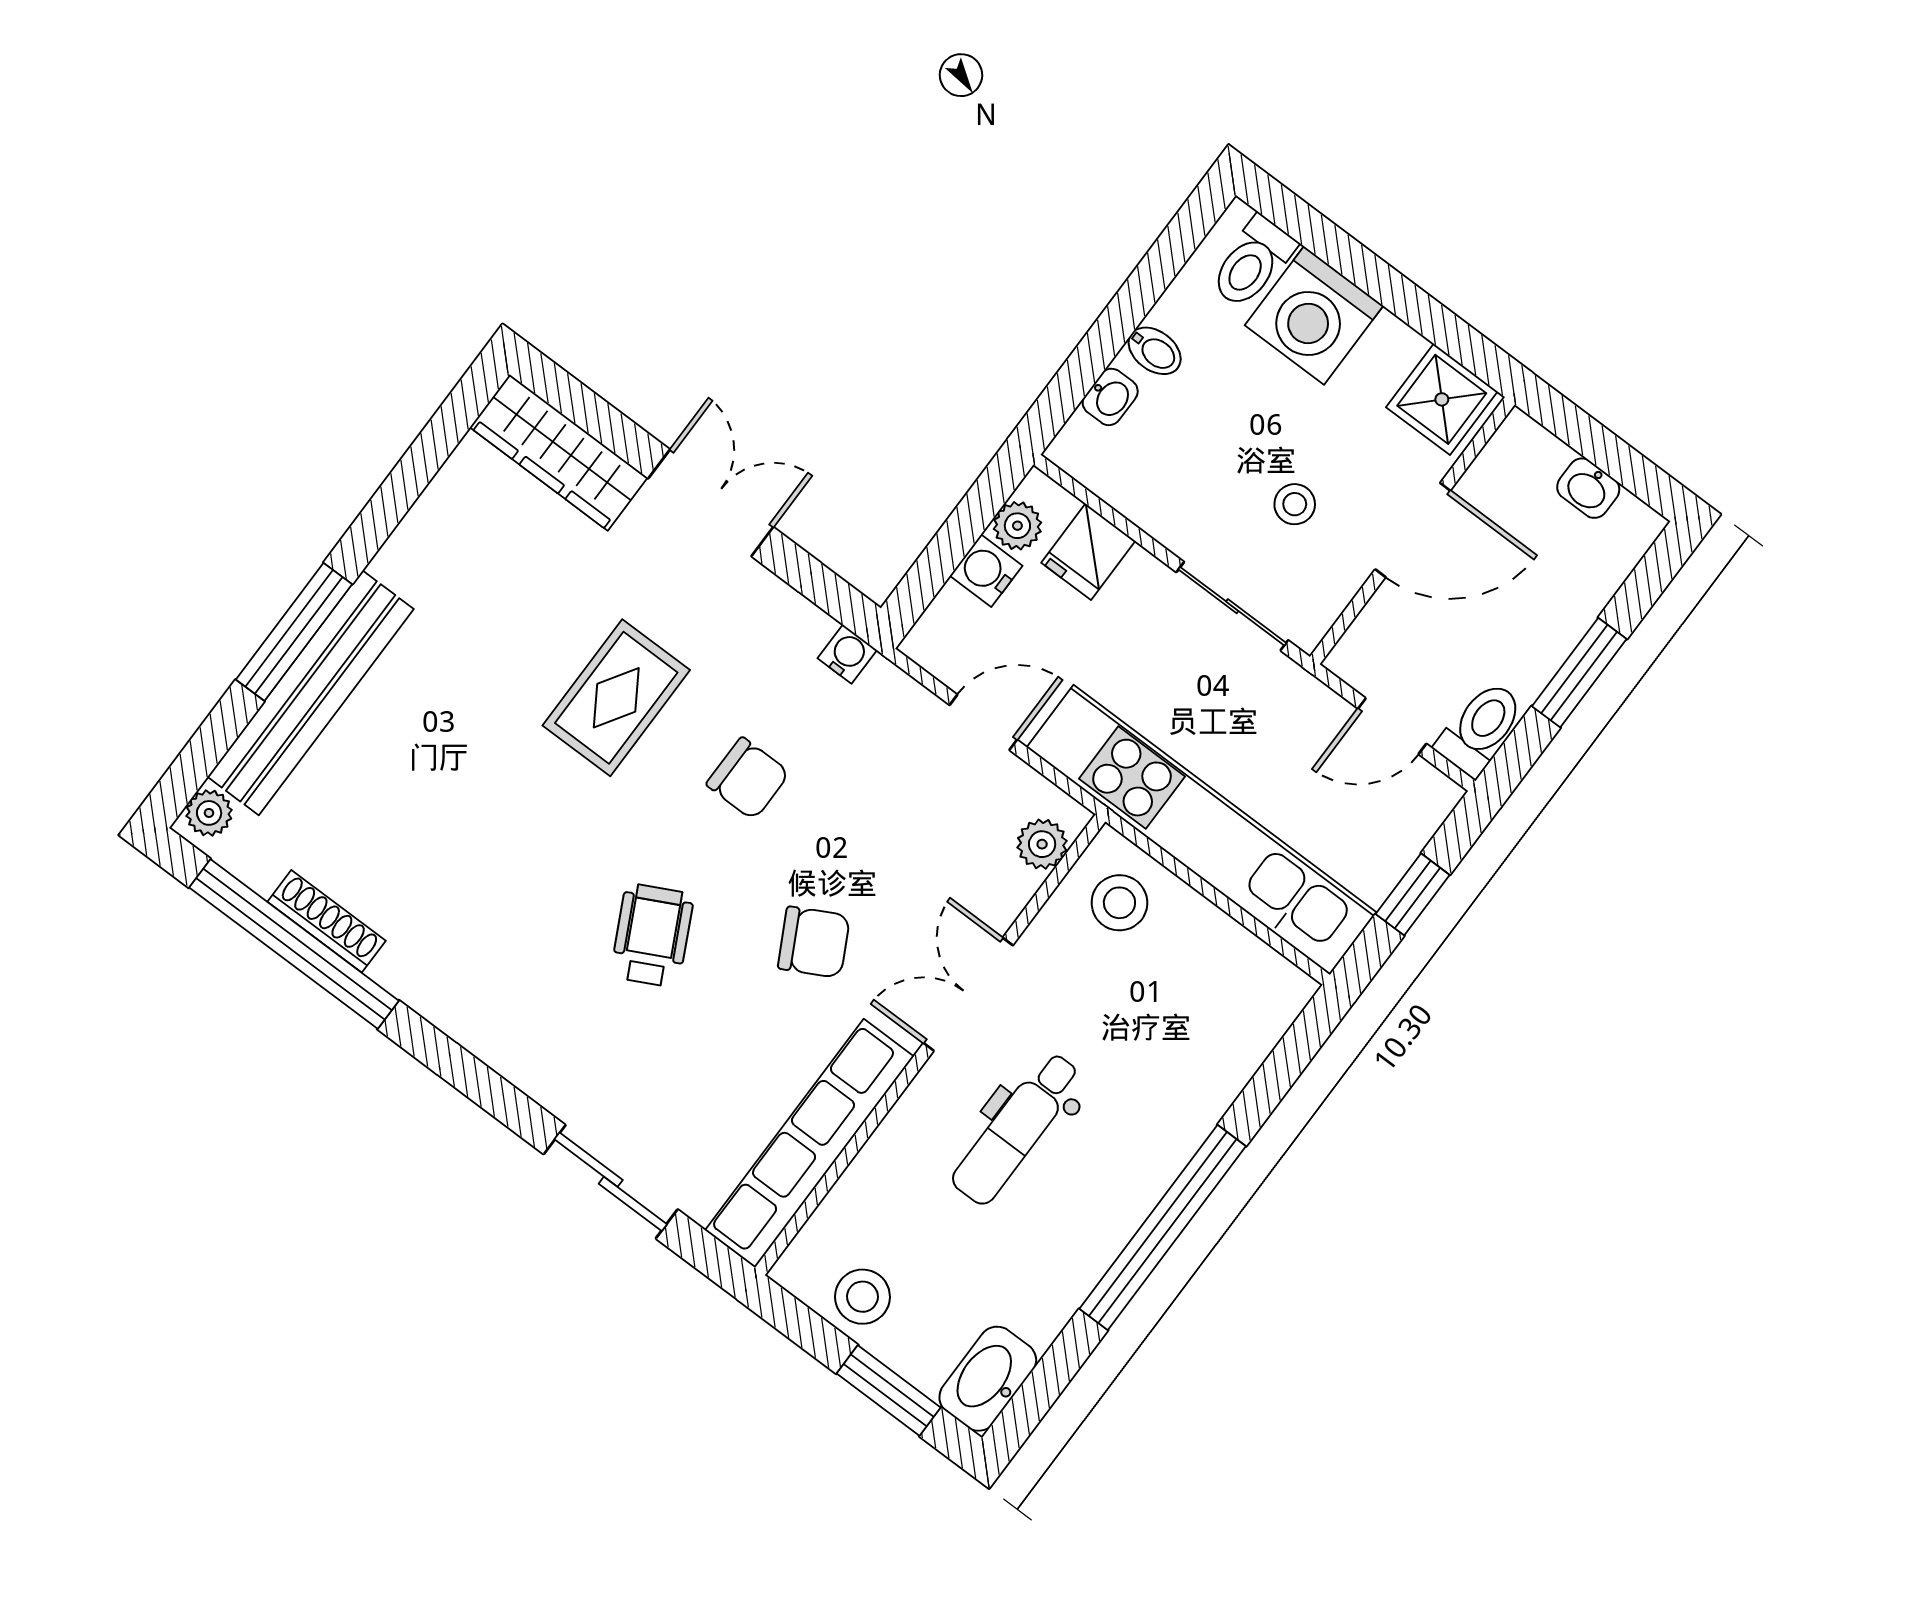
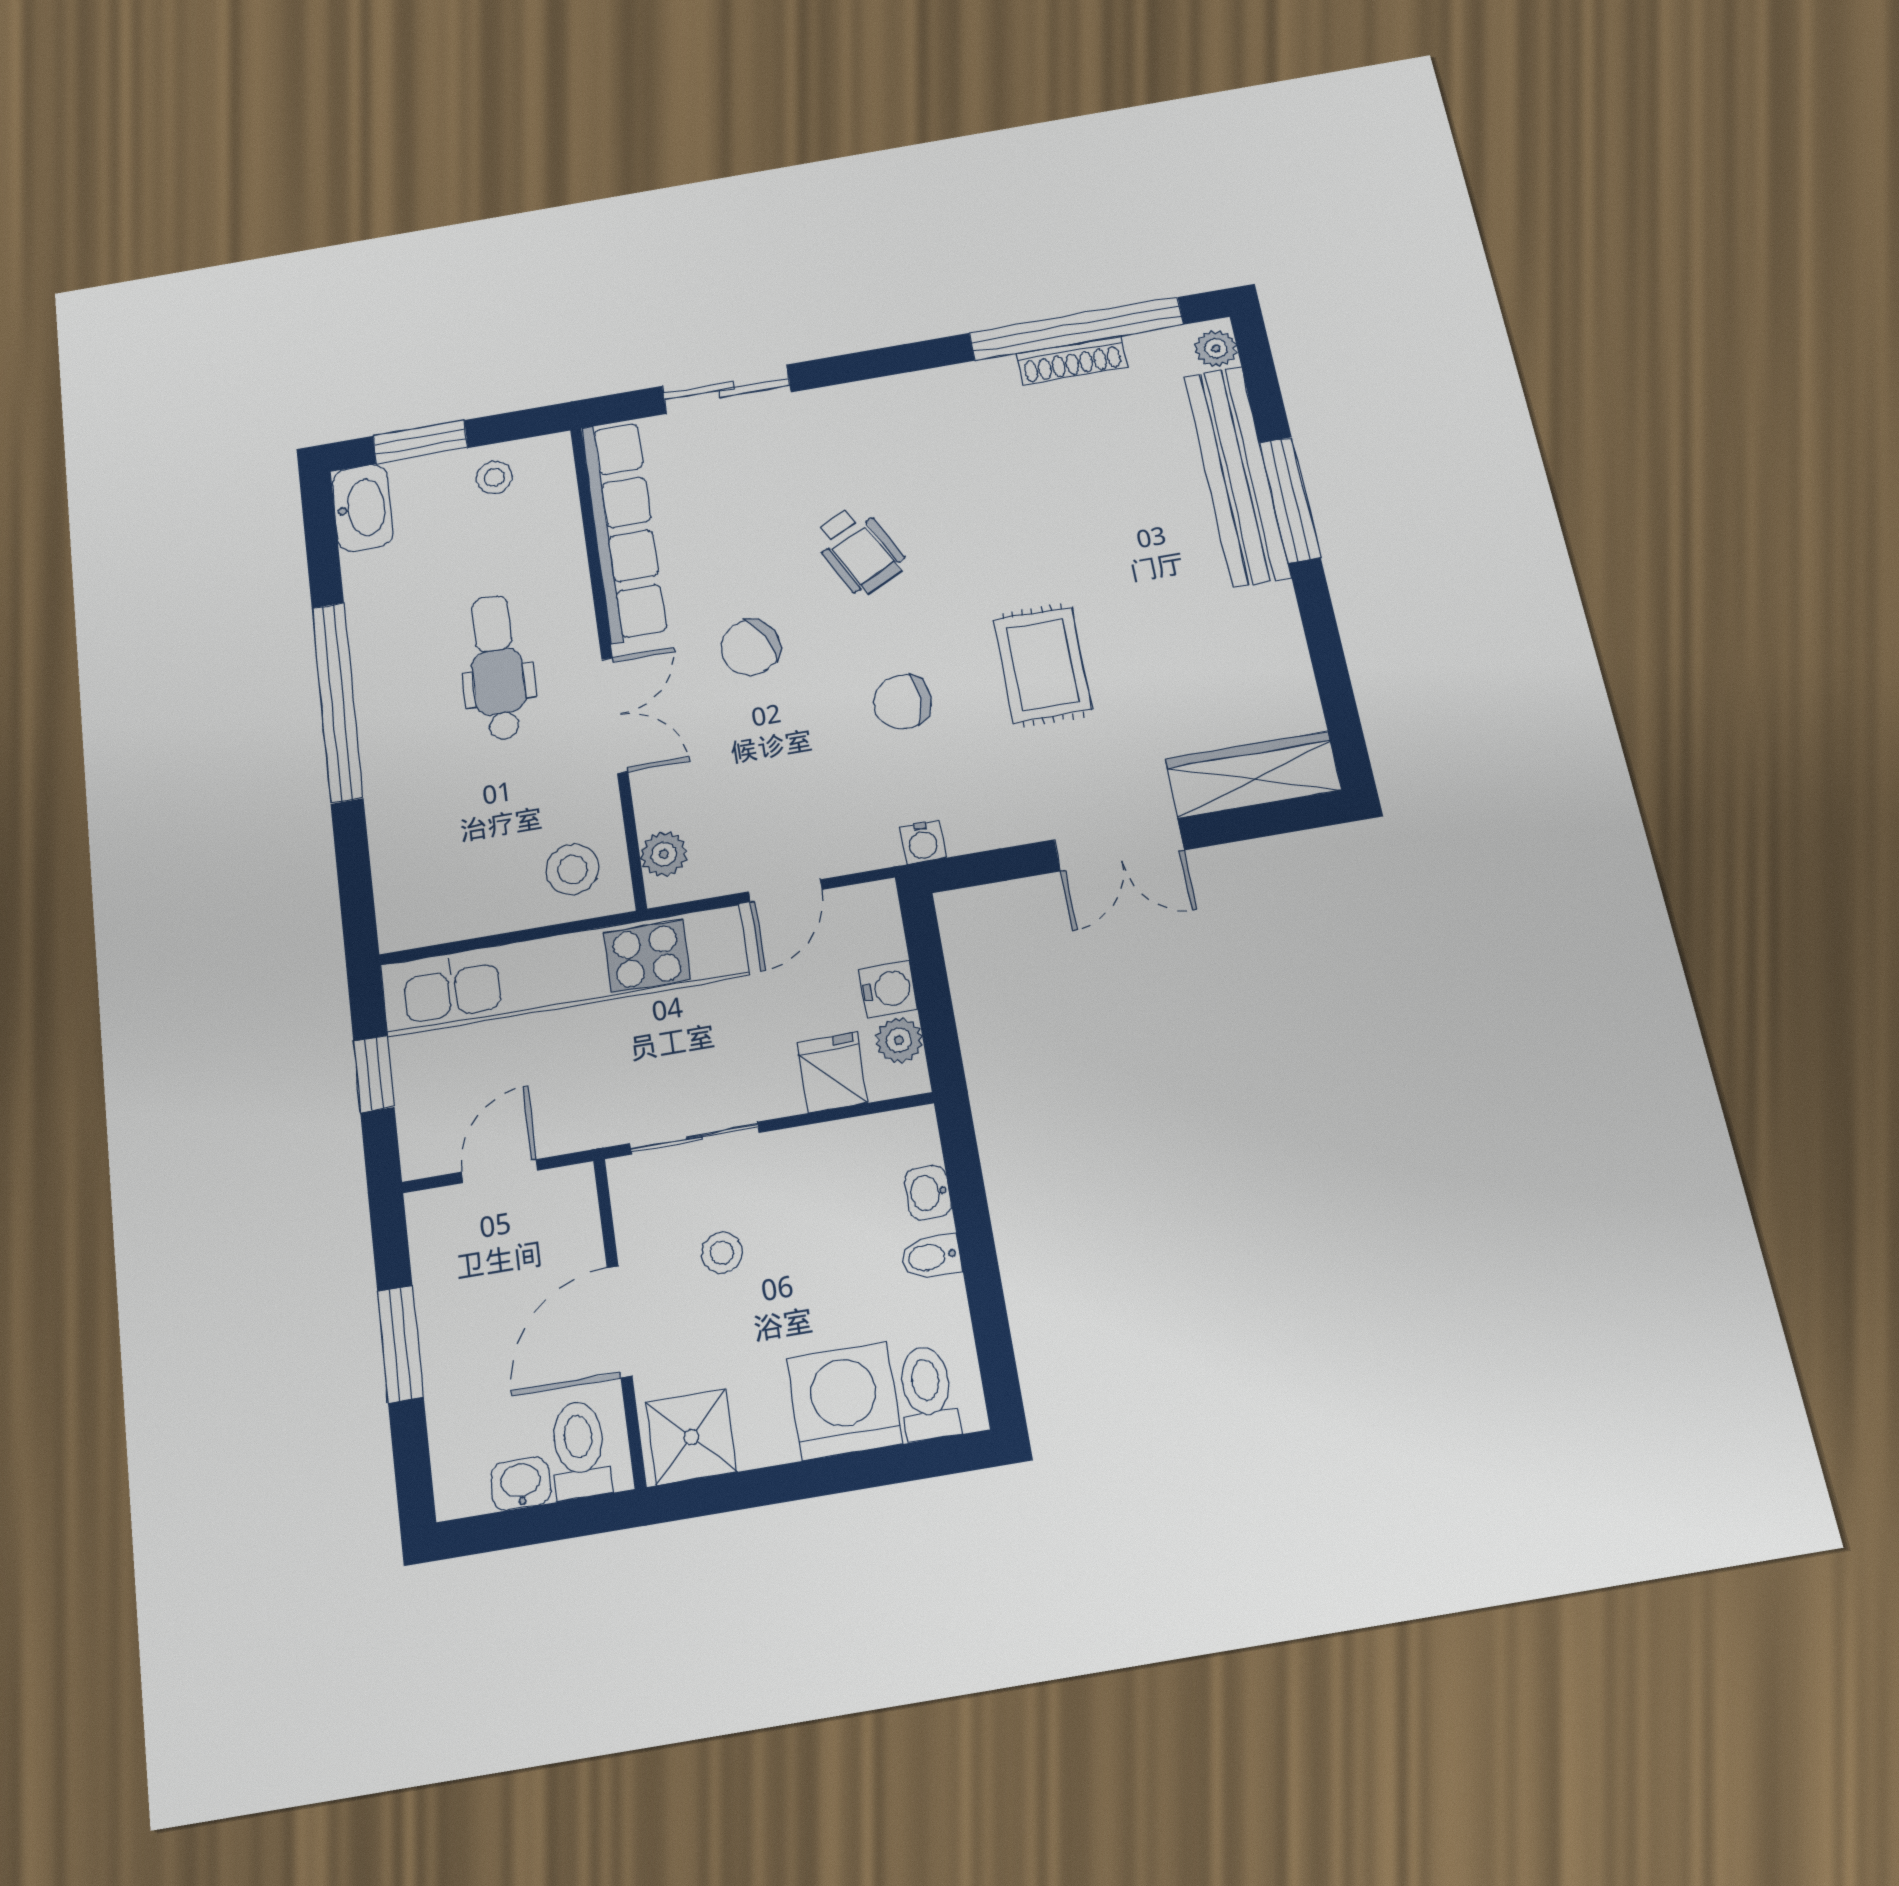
toilet: (1481, 728) -> (580, 1450), moved, turned 180
stool: (862, 1297) -> (494, 477), width x0.73, depth x0.73

